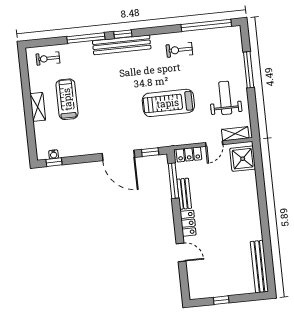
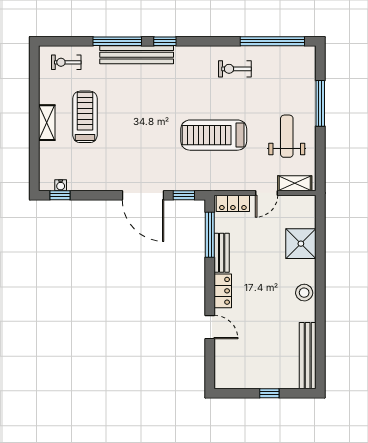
bench: (122, 45) -> (137, 55), moved
shower: (243, 159) -> (301, 244), moved
stool: (251, 218) -> (304, 293), added
window: (221, 300) -> (269, 393), moved

